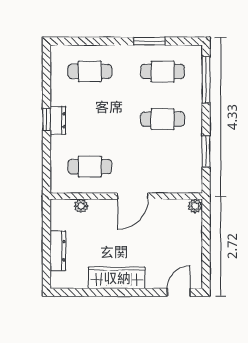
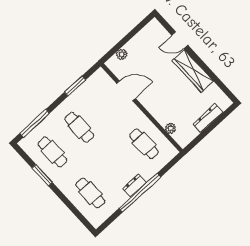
window: (46, 119) -> (140, 193), width x3.17
door: (133, 196) -> (126, 91), moved
plant: (195, 206) -> (122, 54), moved
door: (179, 292) -> (180, 40), moved

